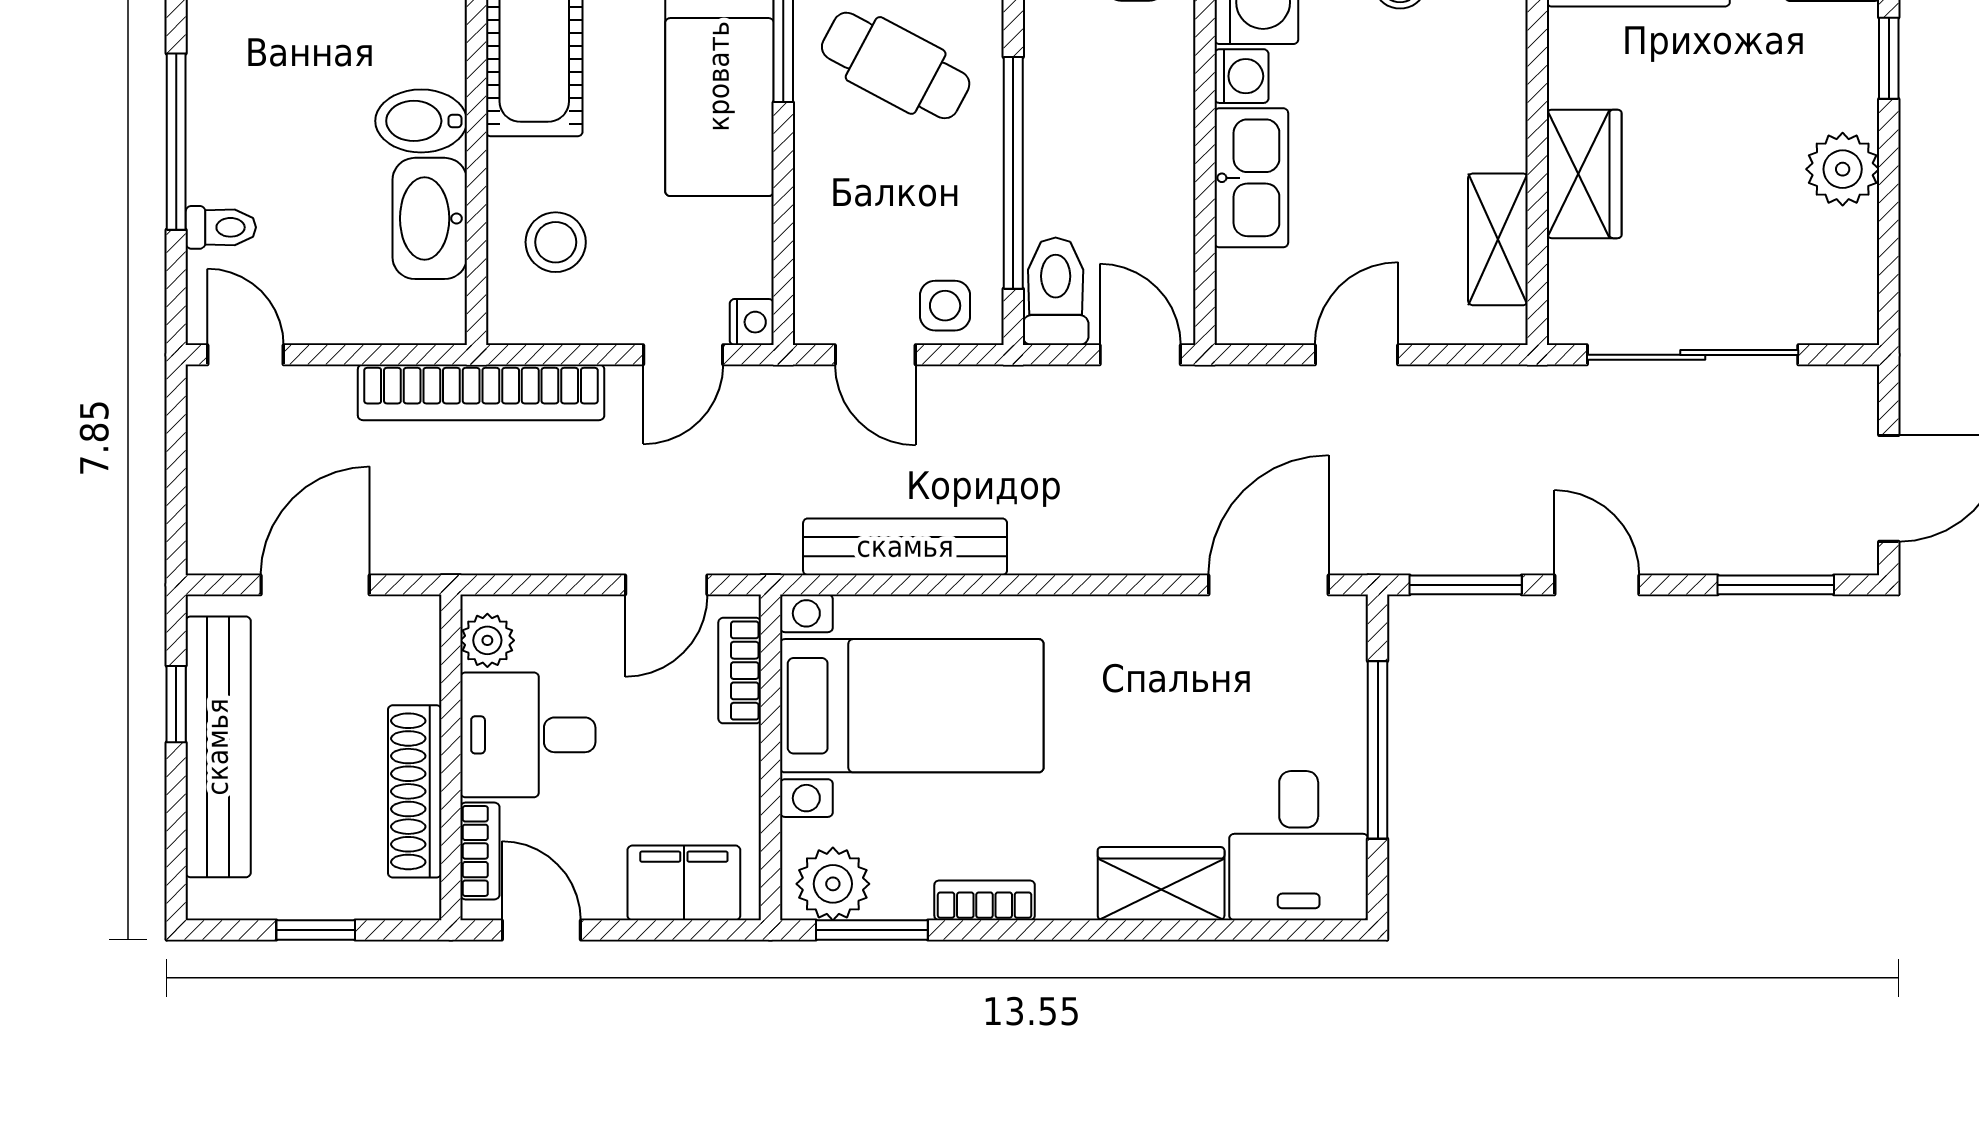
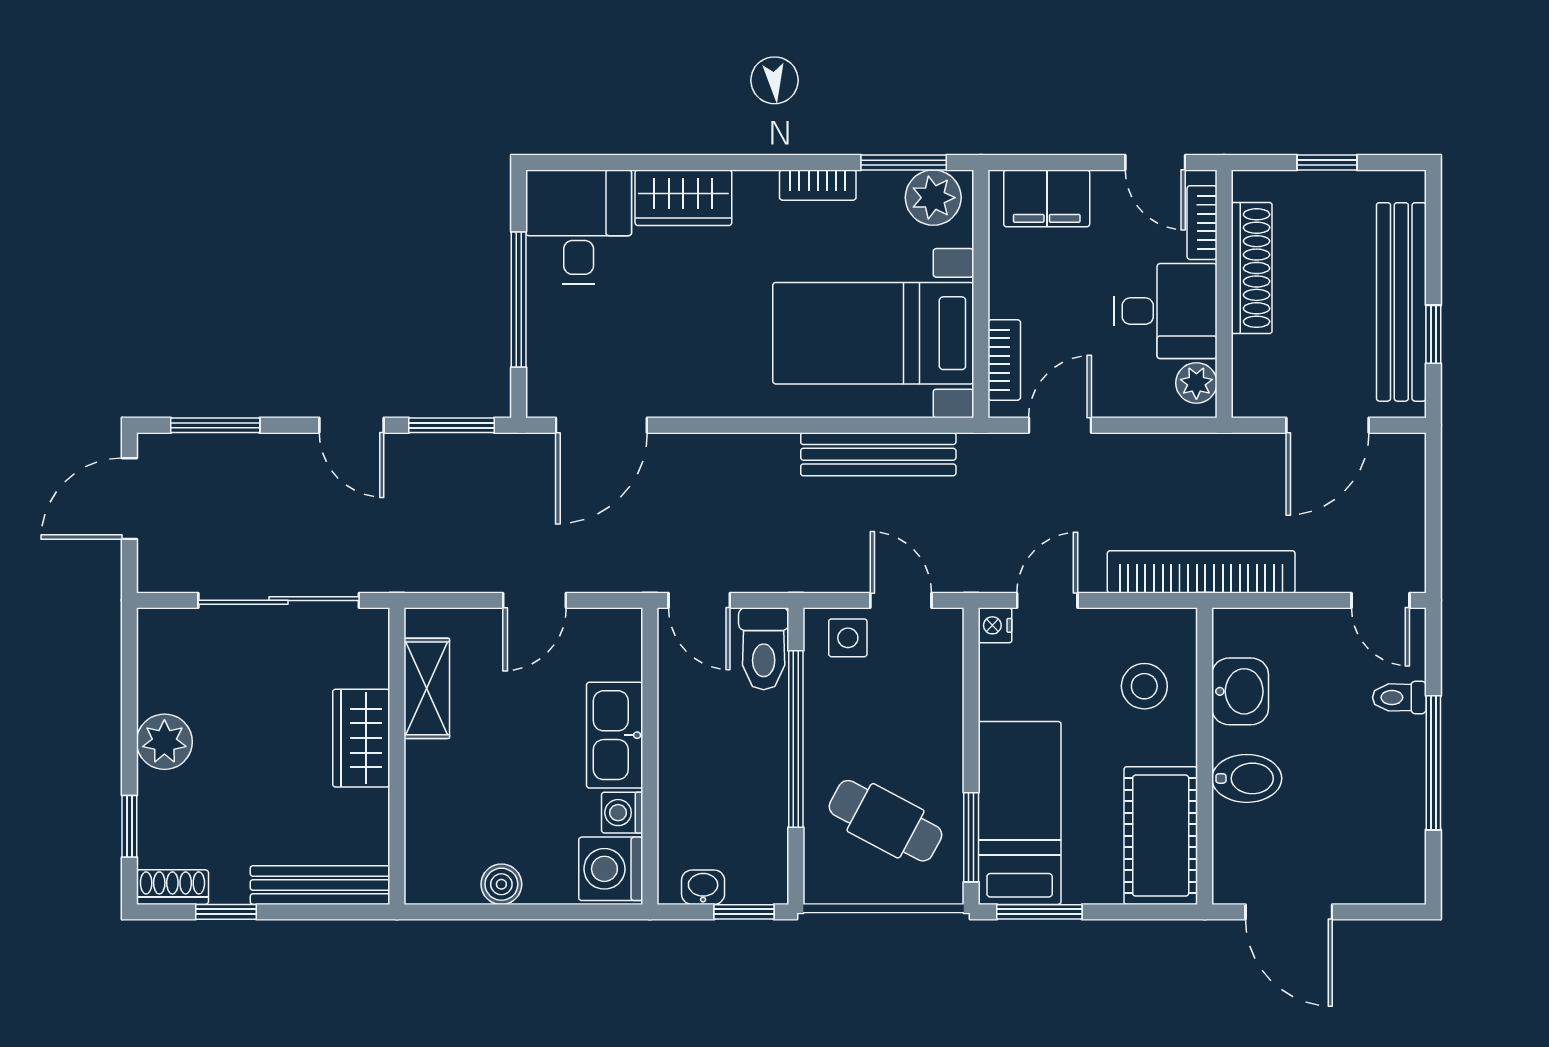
washbasin: (430, 218) -> (1240, 691), width x0.72

